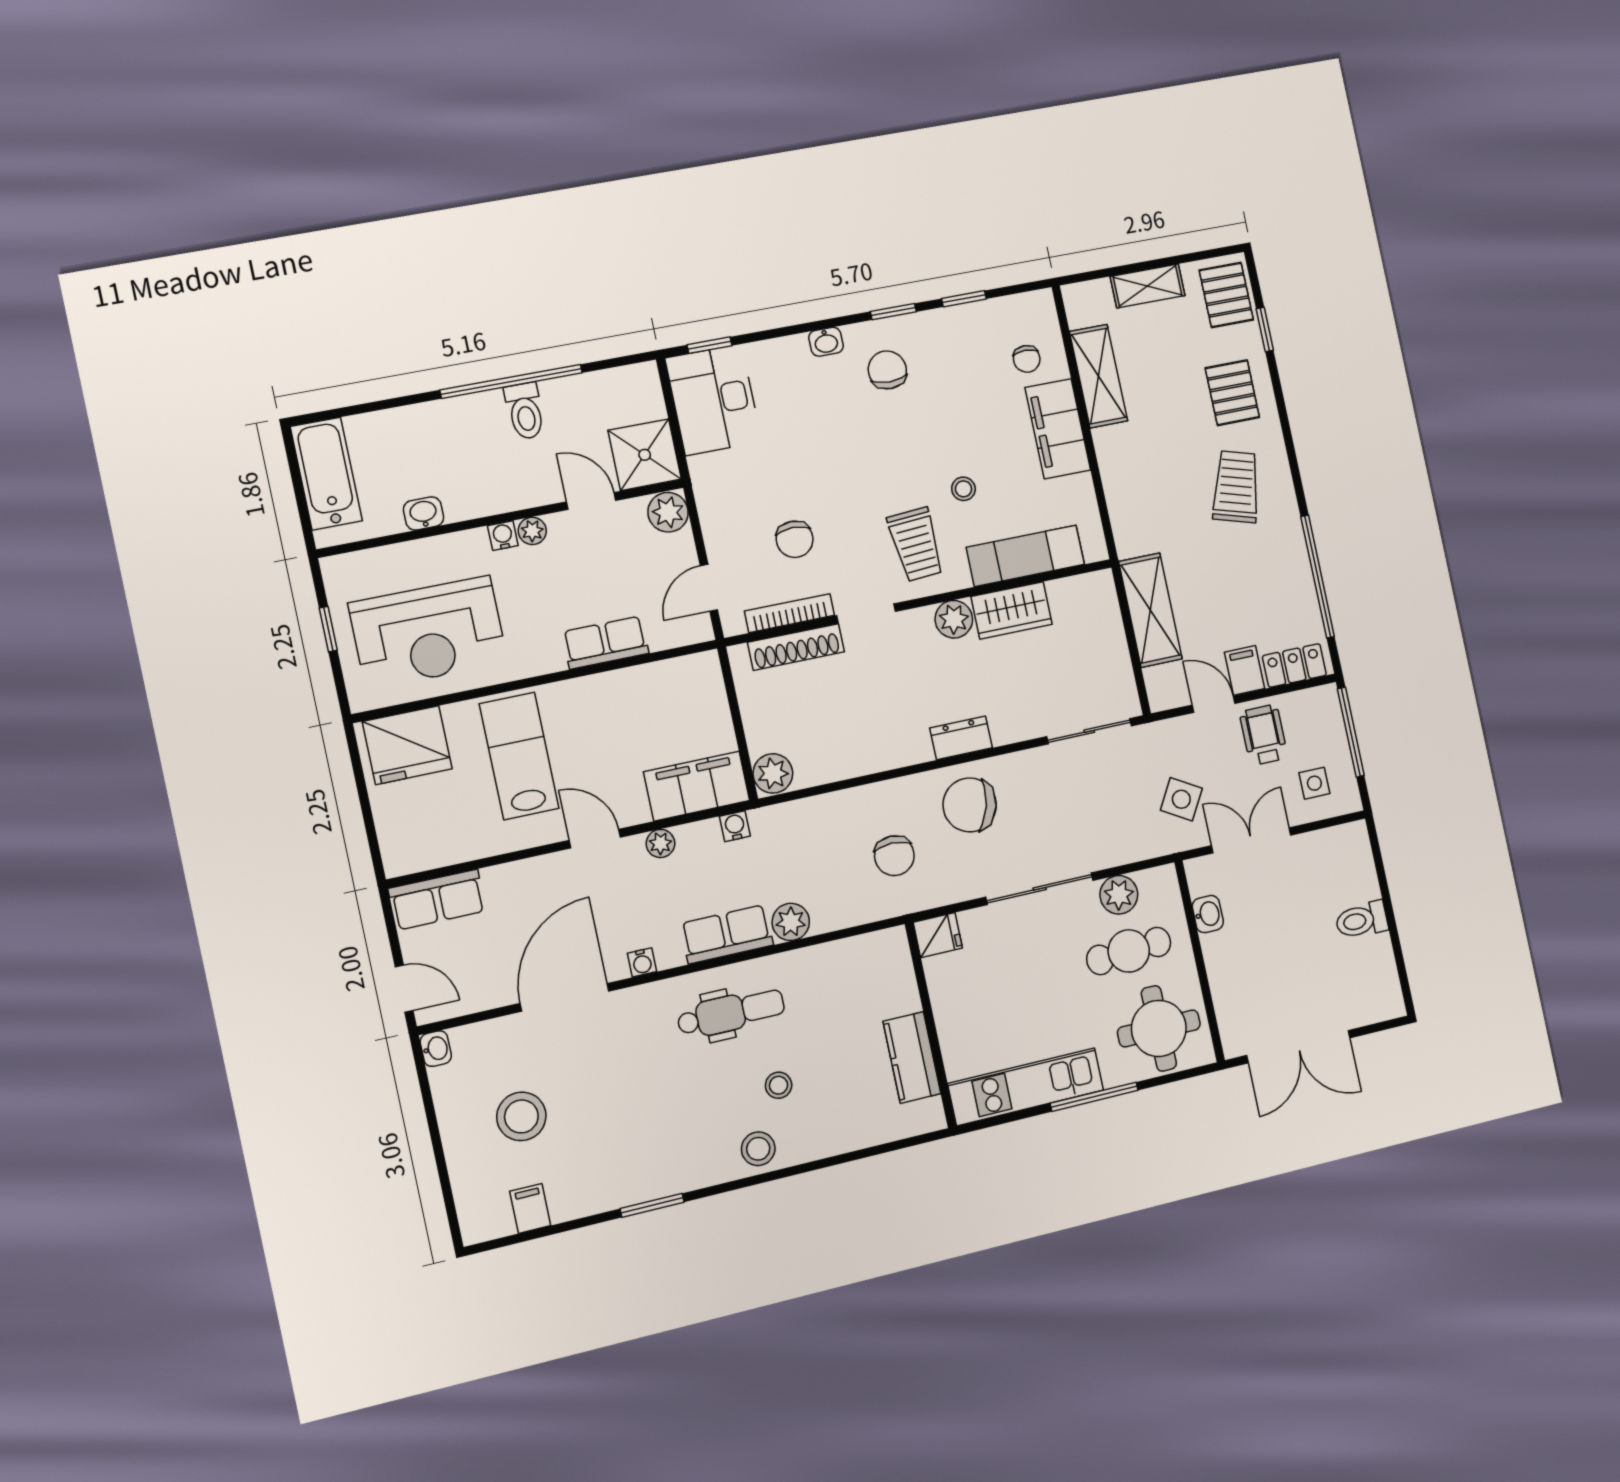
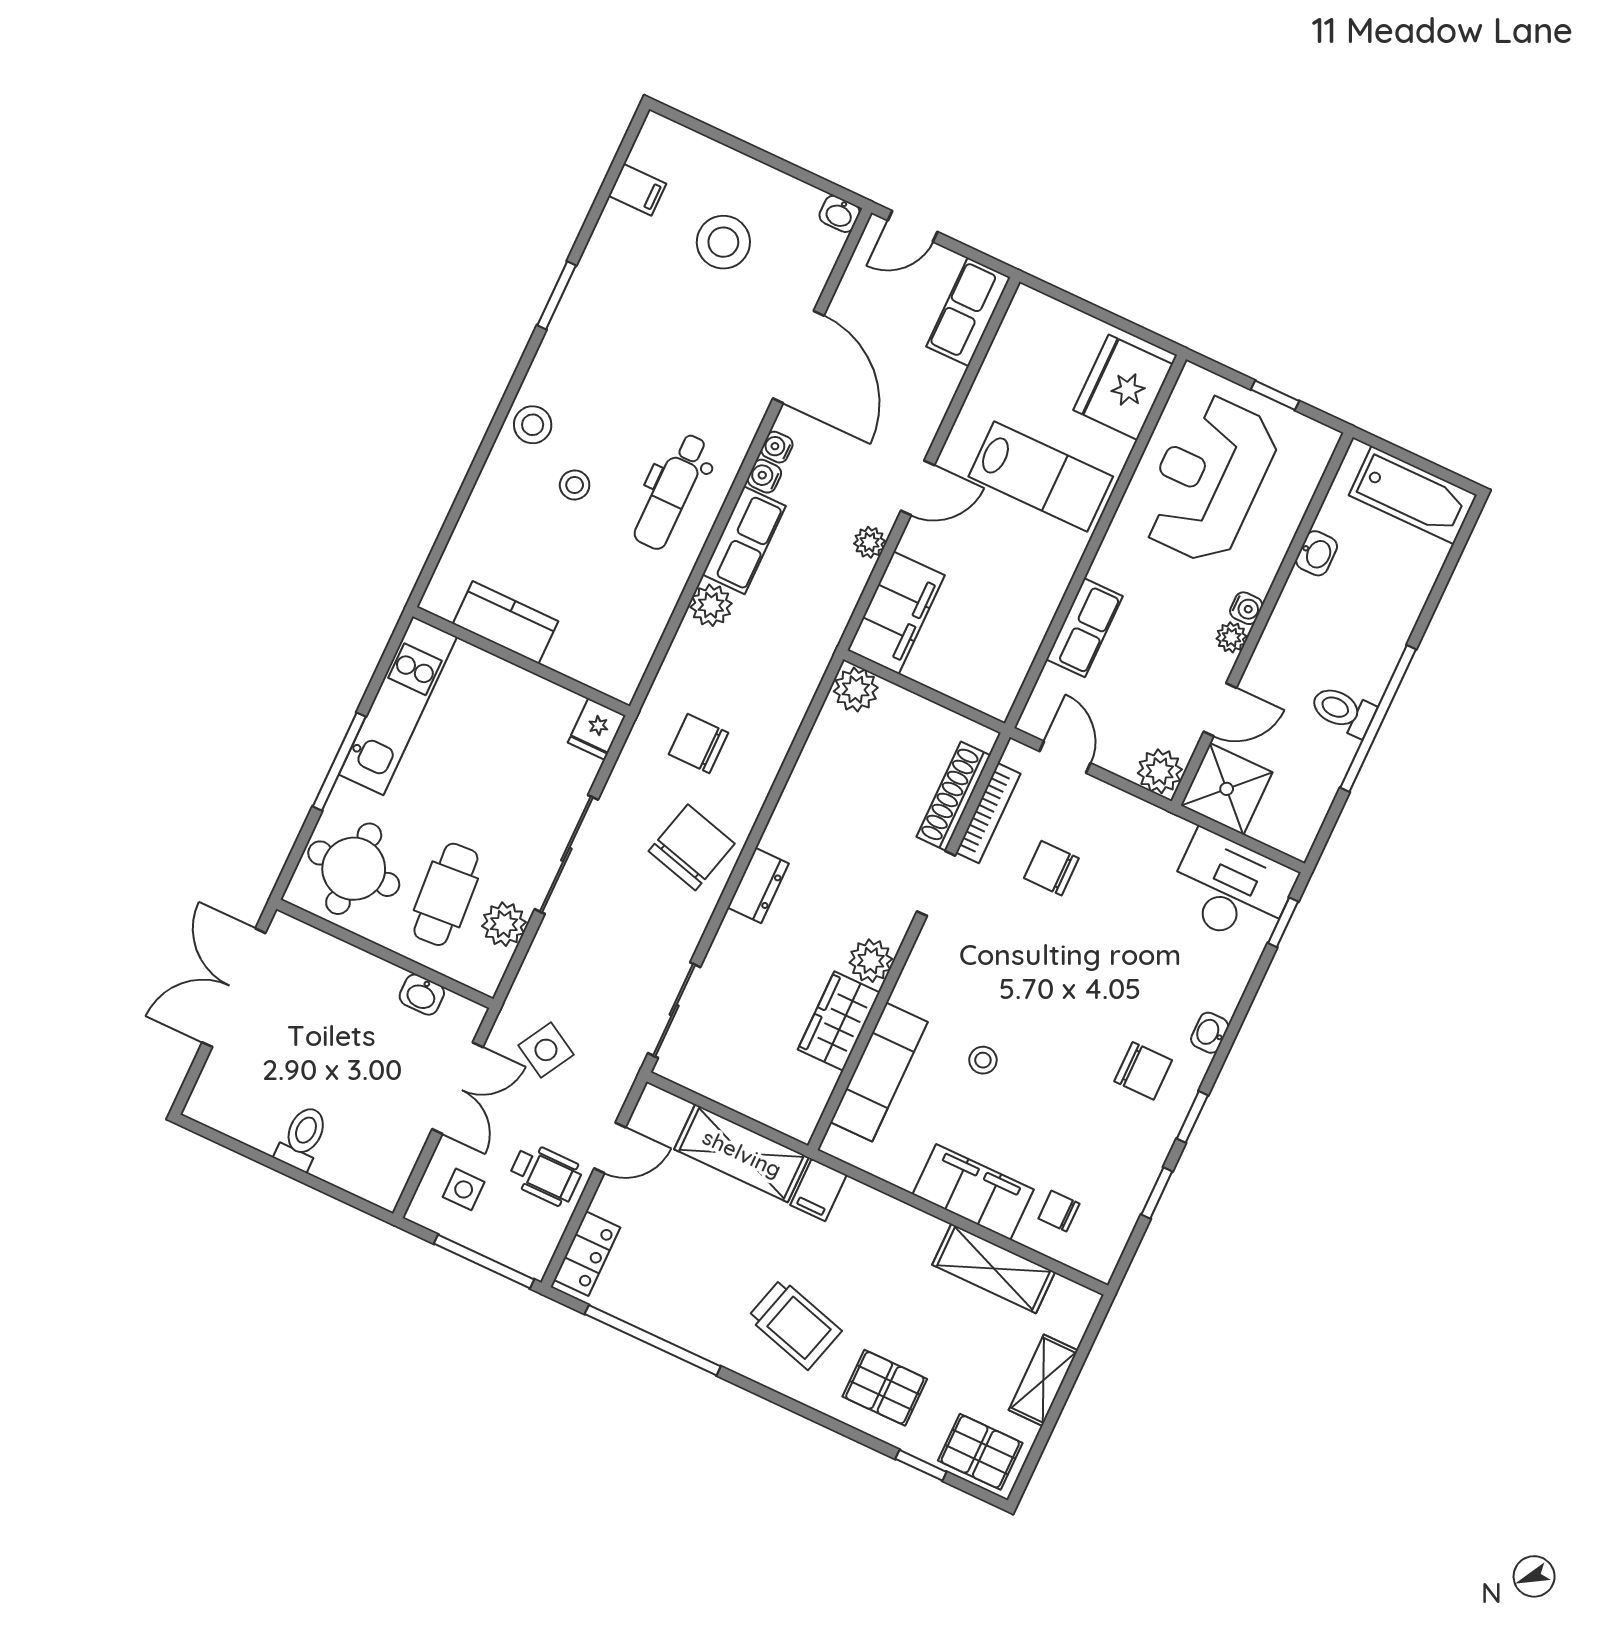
trolley: (916, 544) -> (965, 977), removed
filing cabinet: (1245, 670) -> (819, 1190), moved, turned 90
water cooler: (735, 826) -> (764, 476), moved, turned 180

